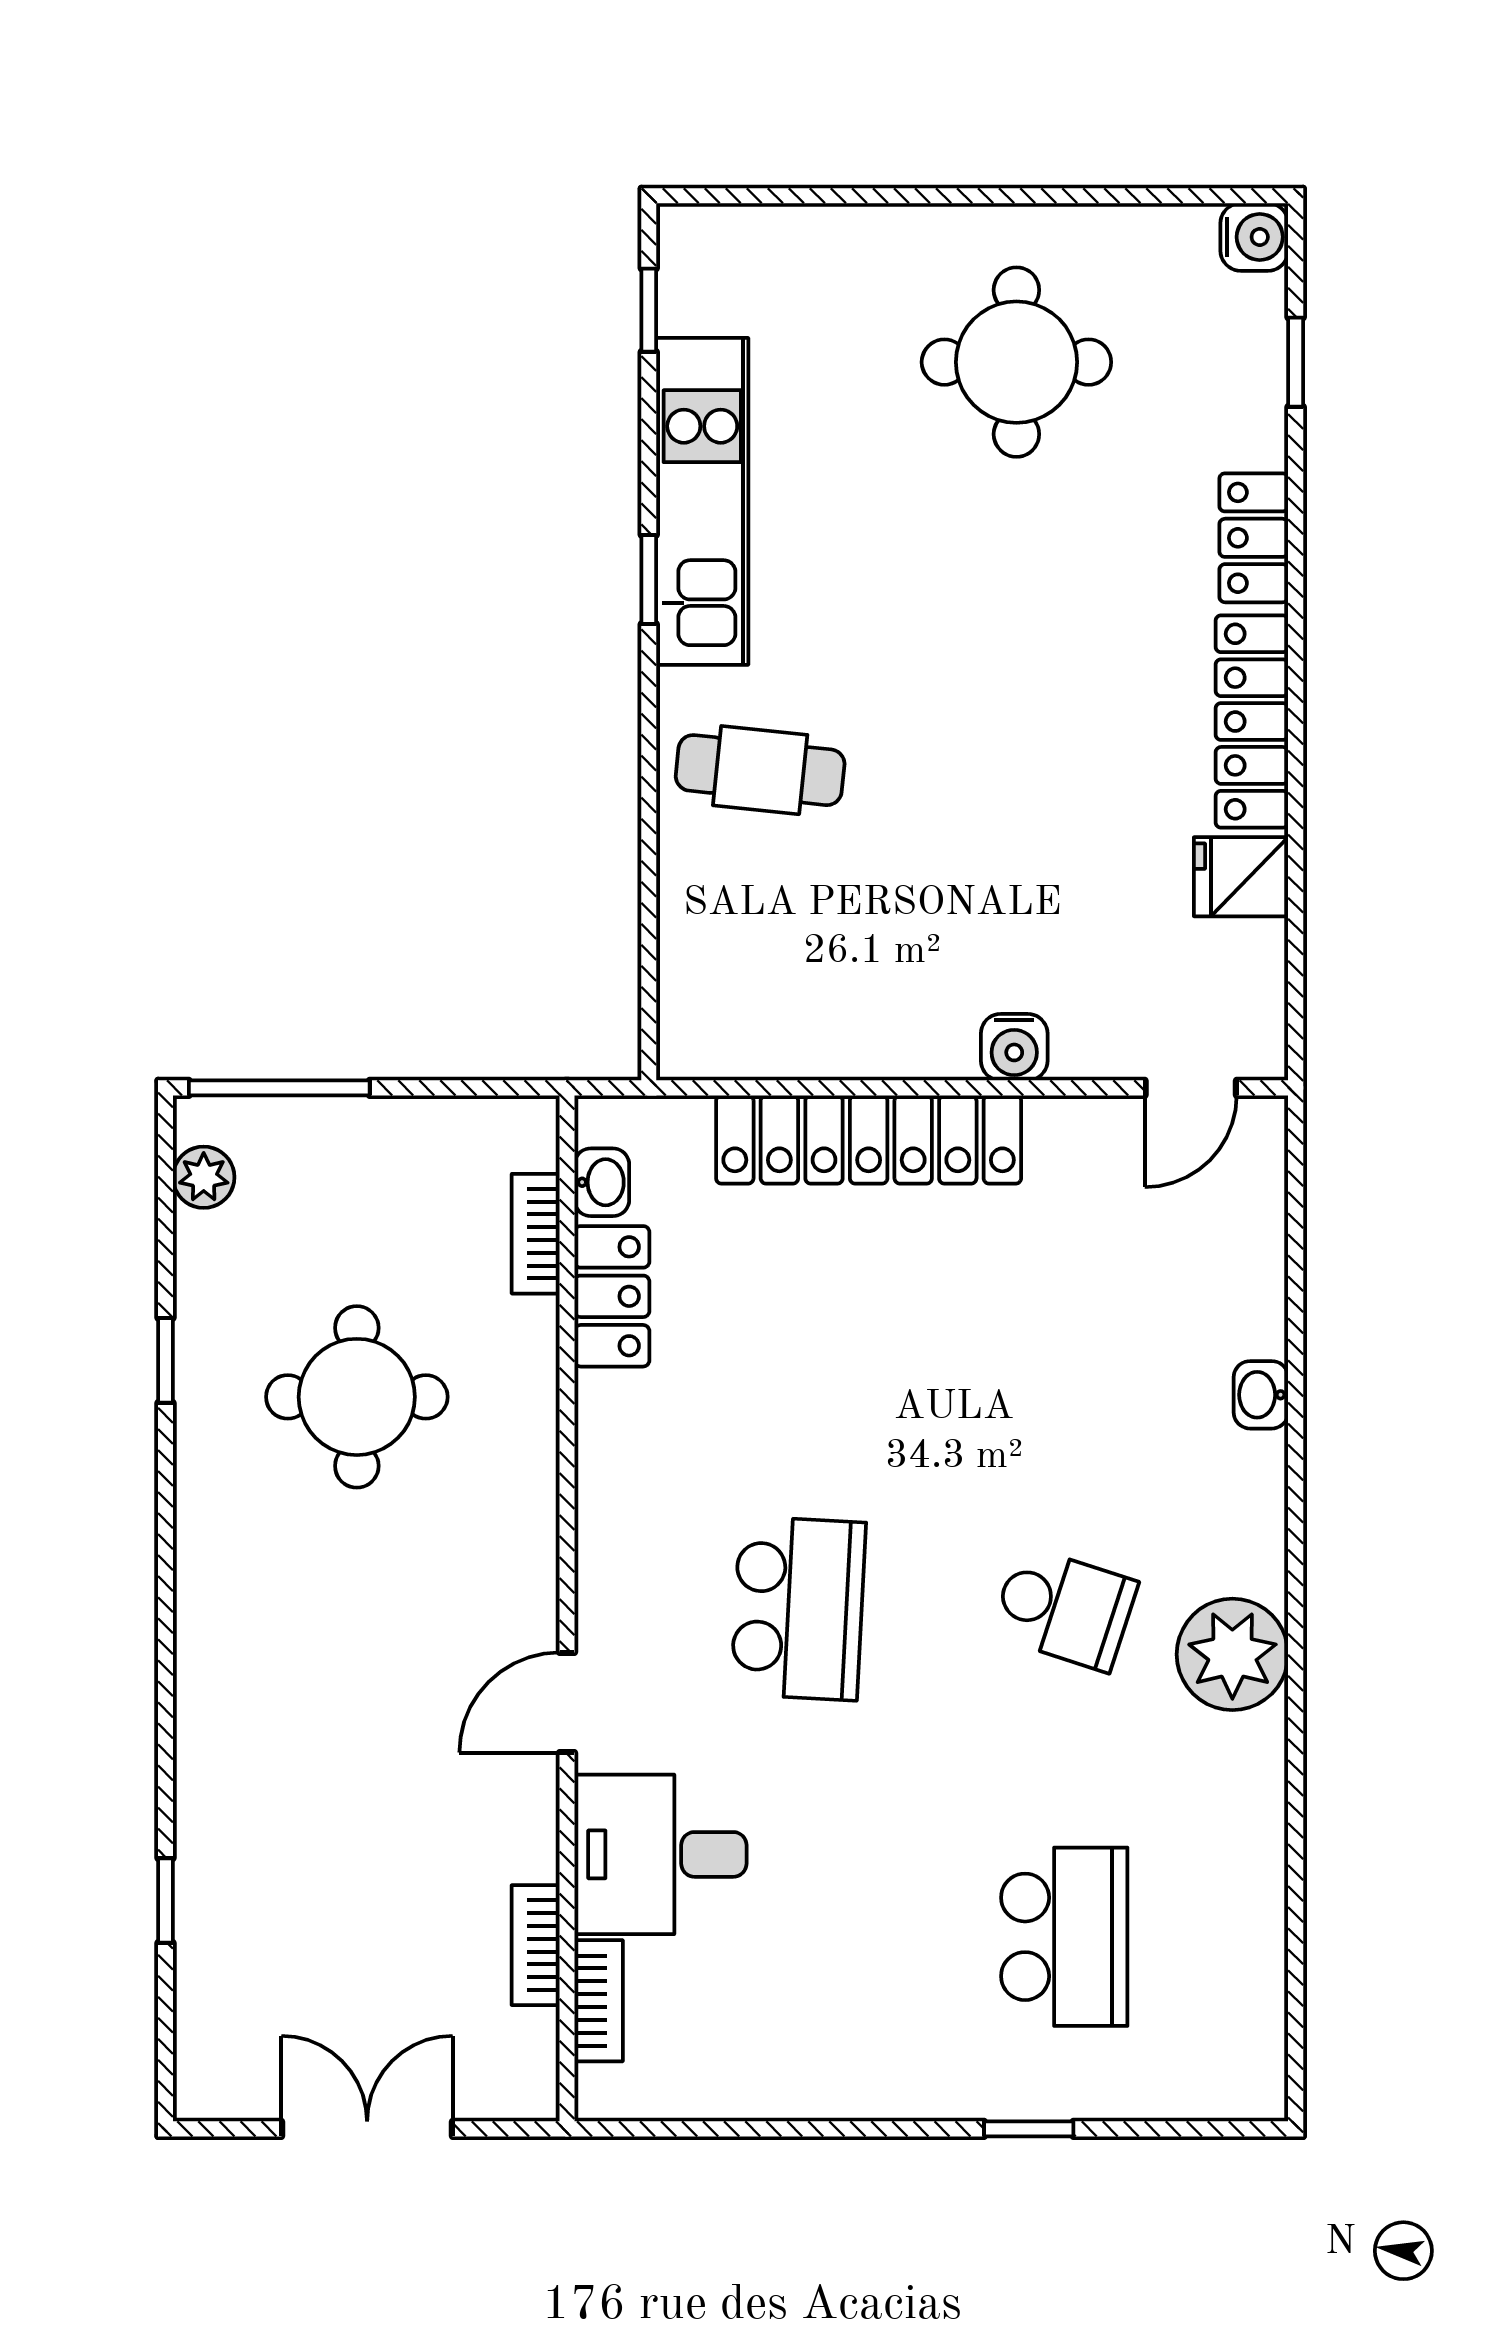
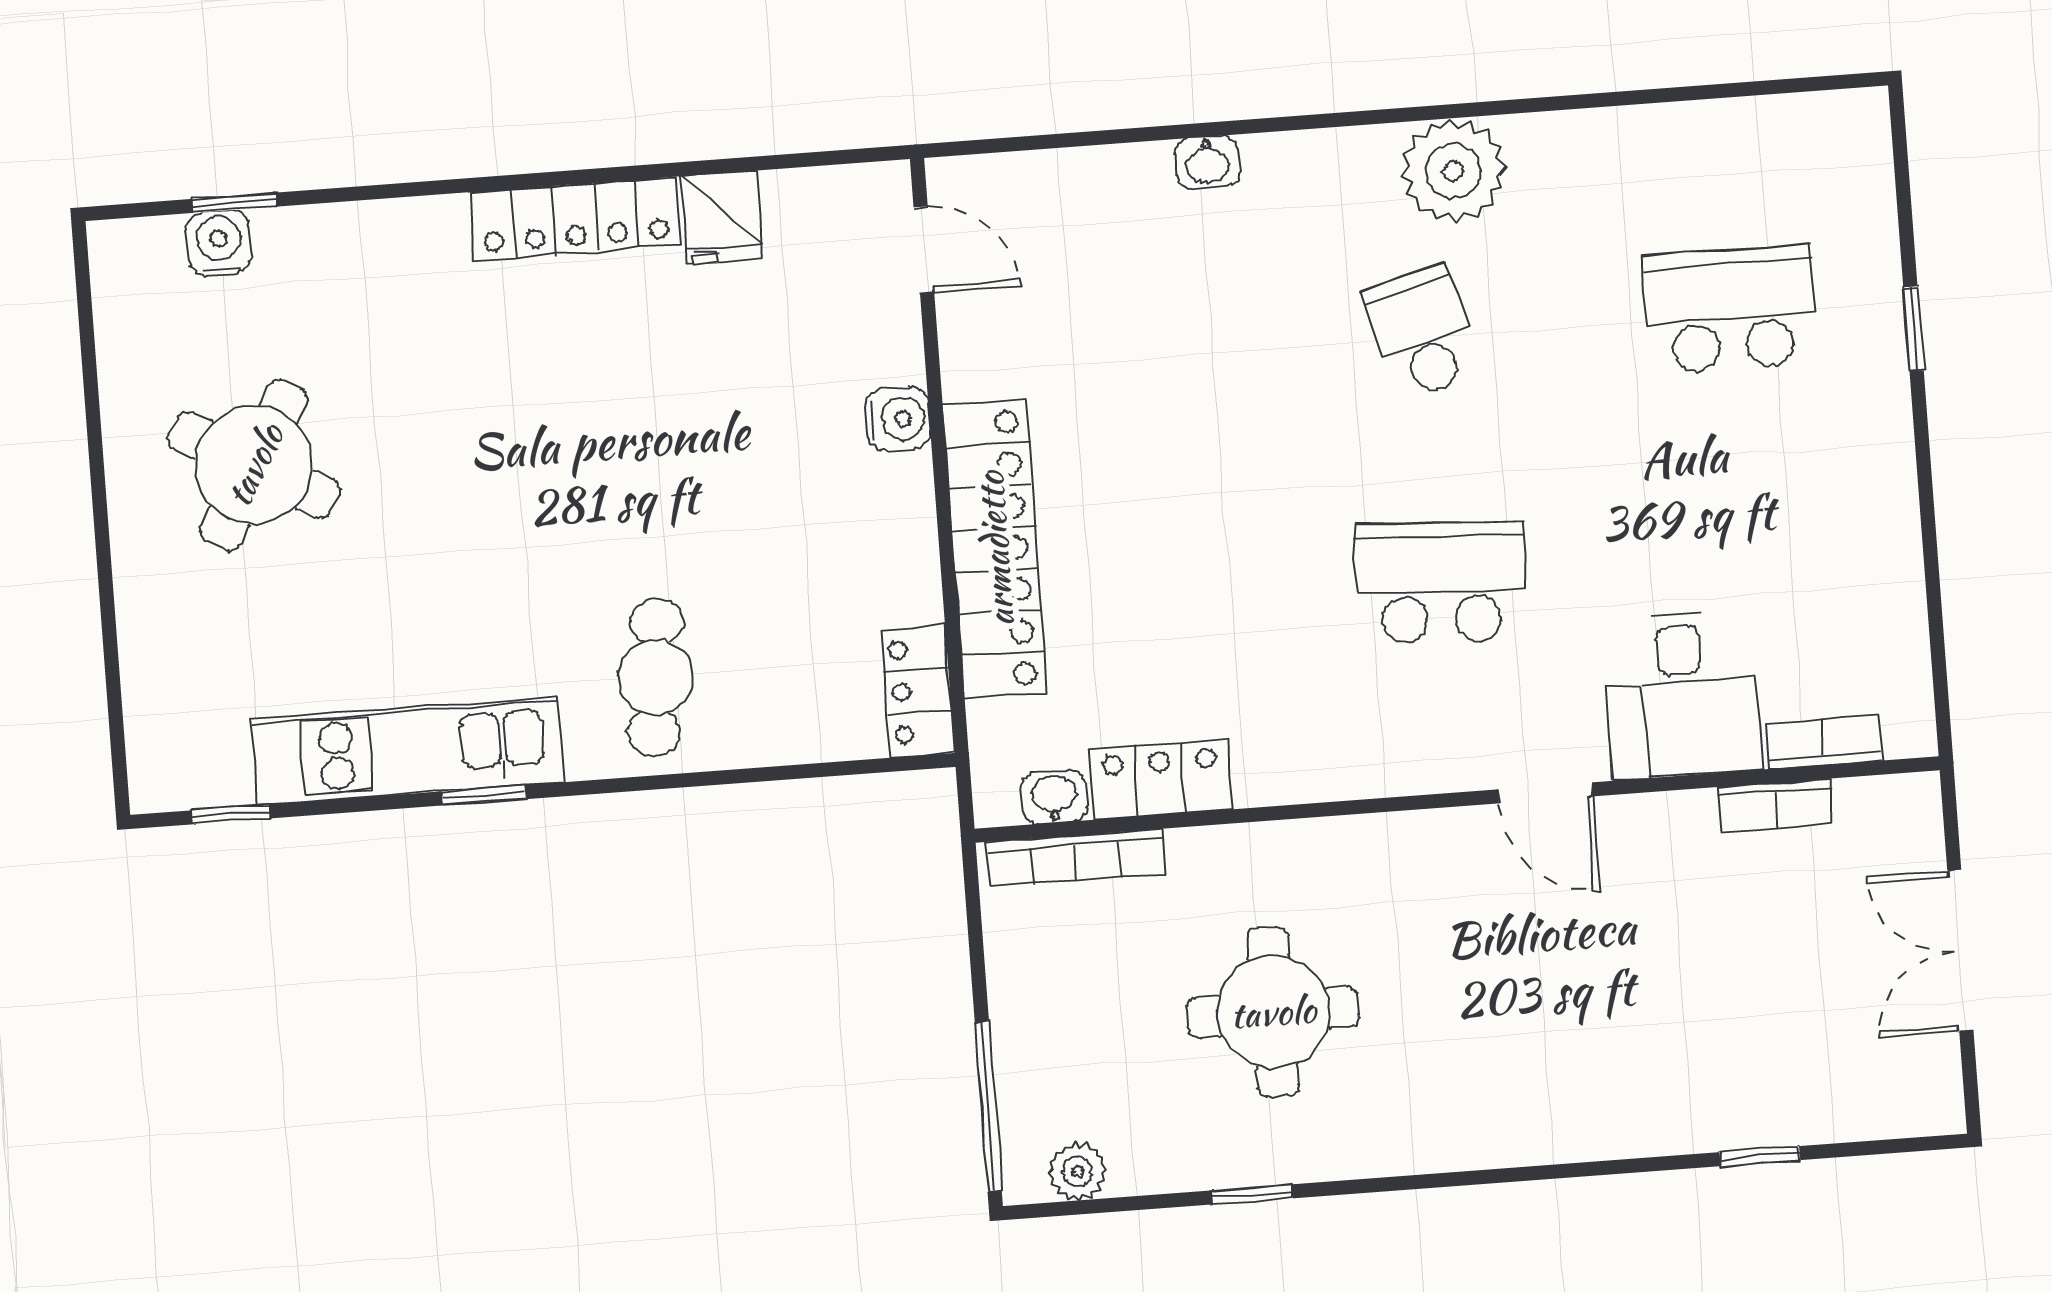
water cooler: (1254, 237) -> (219, 243), moved
round table: (1016, 362) -> (254, 465), turned 30
locker: (1254, 538) -> (917, 691), moved, turned 90
bookcase: (536, 1234) -> (1075, 858), width x1.56
school desk: (1064, 1608) -> (1422, 332), turned -33

